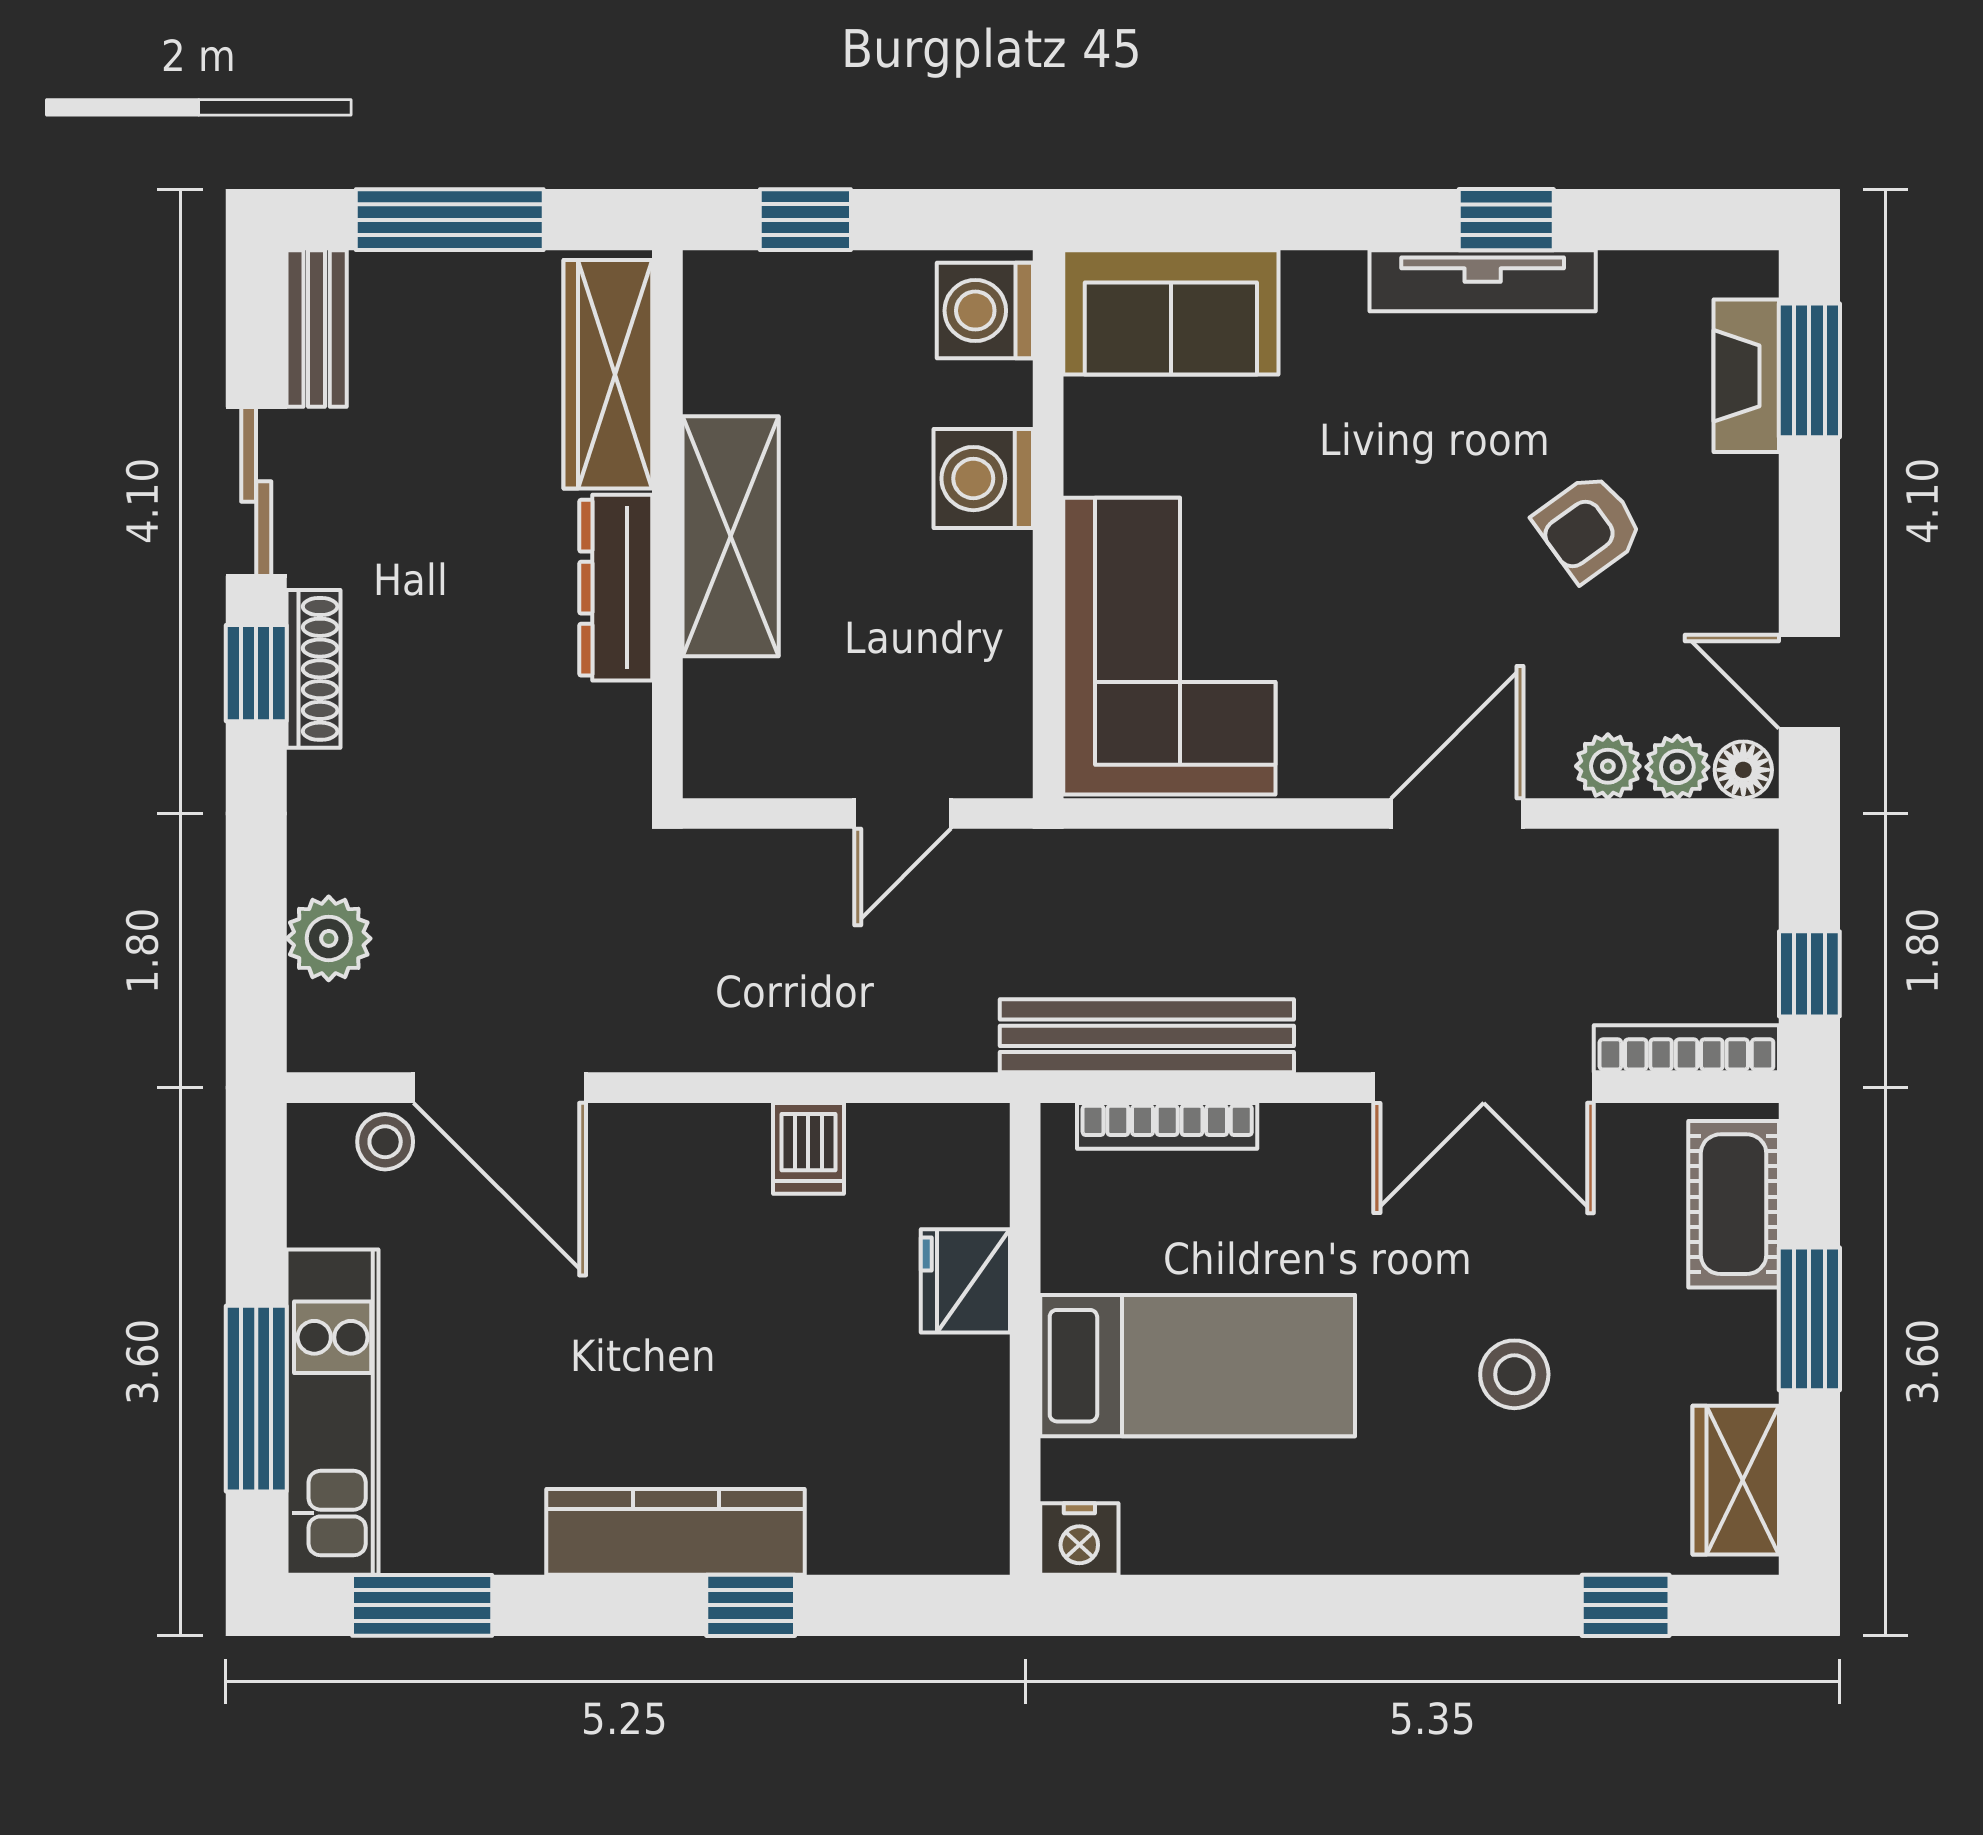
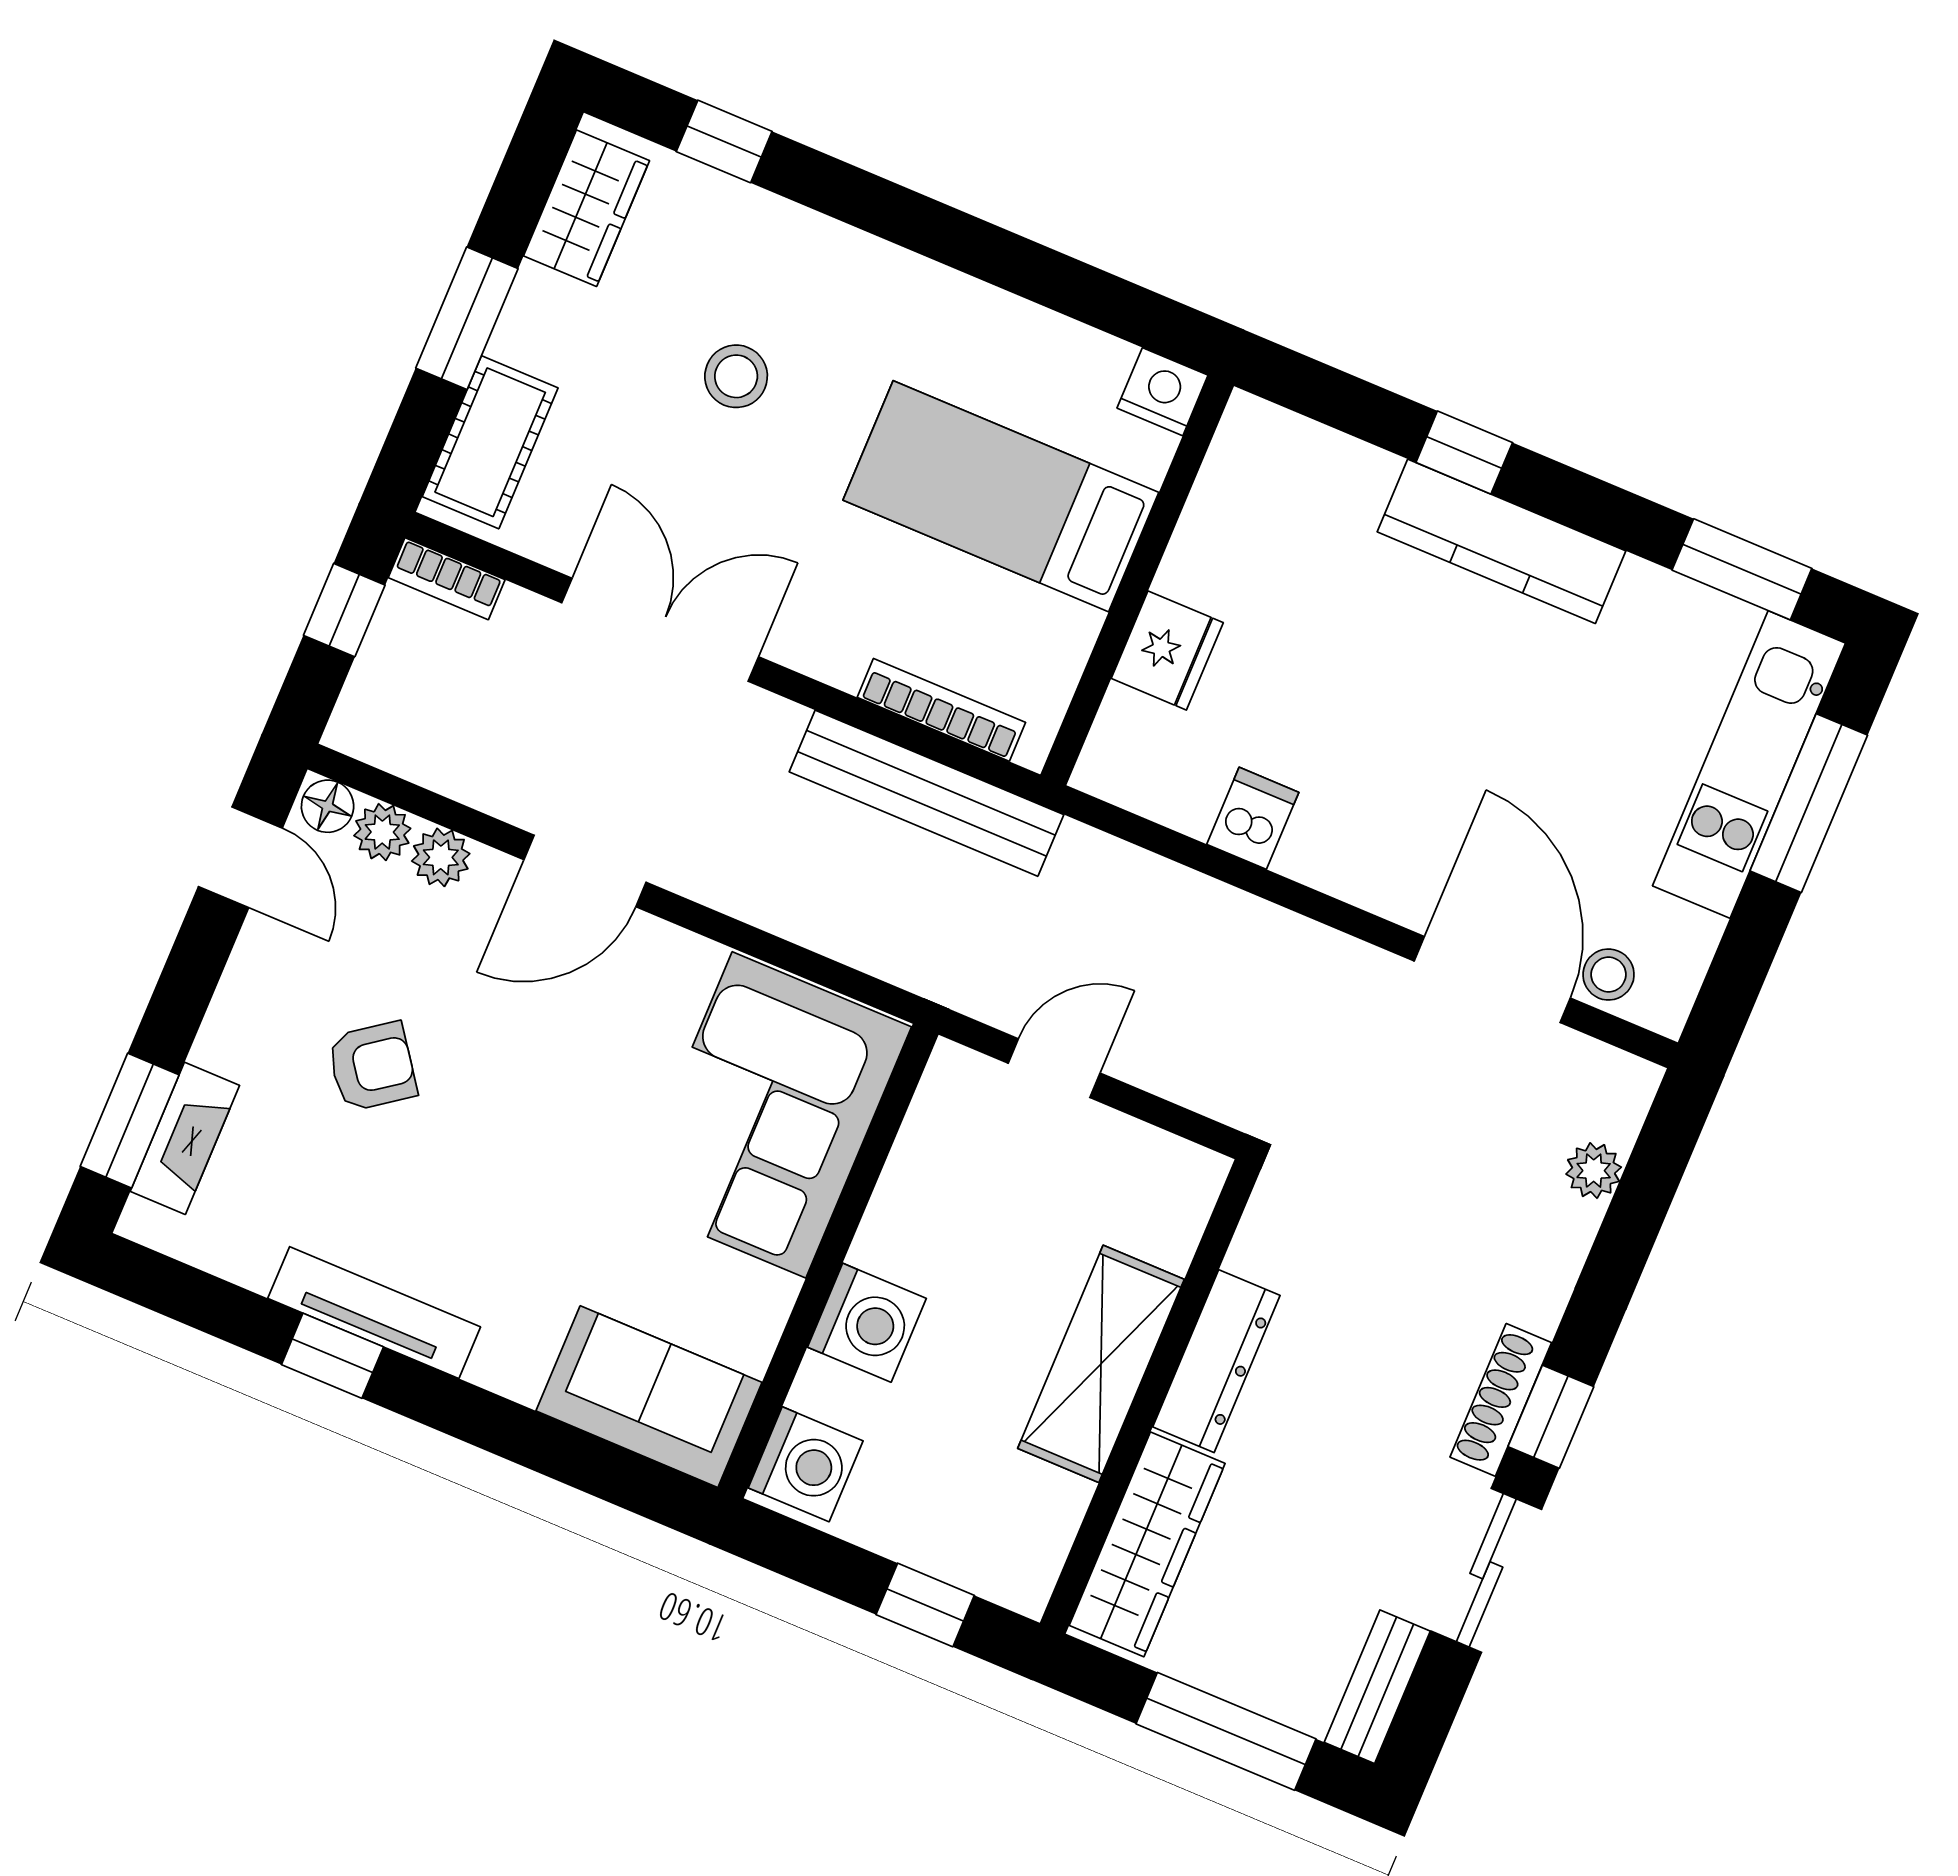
plant: (329, 938) -> (1594, 1171), width x0.73, depth x0.73
bookcase: (1686, 1049) -> (447, 579), width x0.64

